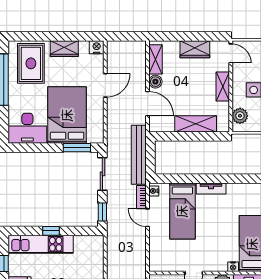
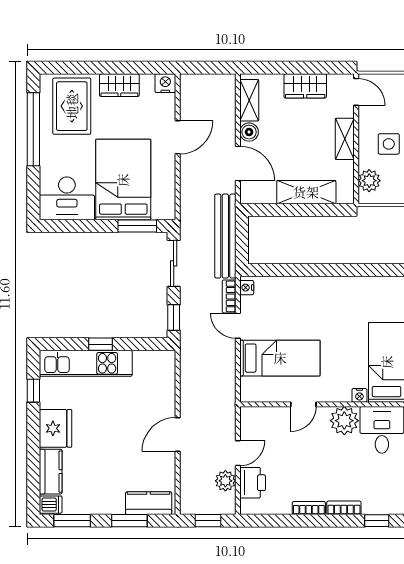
tv unit: (211, 189) -> (328, 284), removed
bed: (182, 211) -> (280, 358), moved, turned -90

